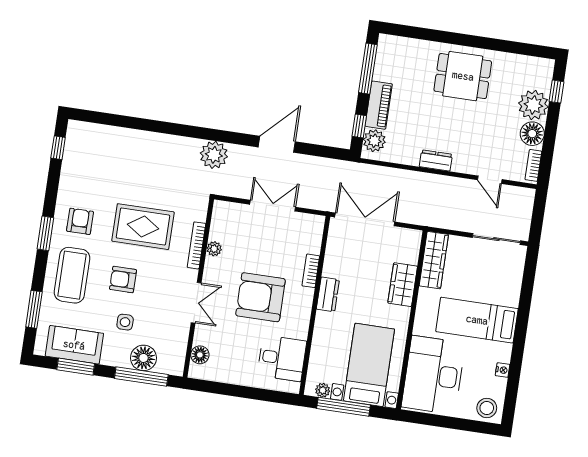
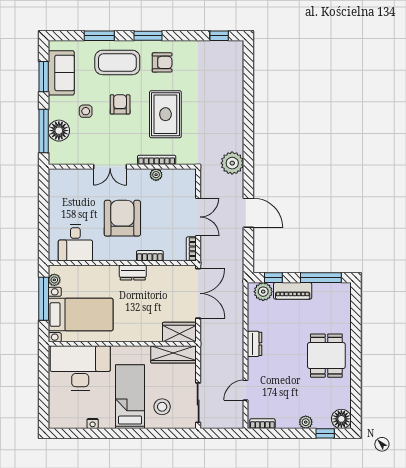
plant: (533, 105) -> (306, 422), width x0.53, depth x0.53
floor lamp: (532, 134) -> (341, 419), moved
bookcase: (310, 220) -> (191, 249), added
wardrobe: (403, 285) -> (179, 332), moved
window: (34, 309) -> (99, 36), moved
floor lamp: (200, 355) -> (68, 176), removed
stool: (487, 408) -> (162, 407), moved

